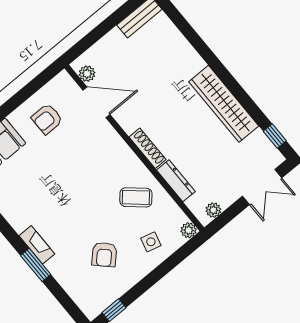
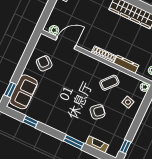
armchair: (47, 119) -> (44, 63), turned 130
fireplace: (37, 245) -> (97, 144), moved
armchair: (104, 254) -> (98, 112), moved, turned -87

